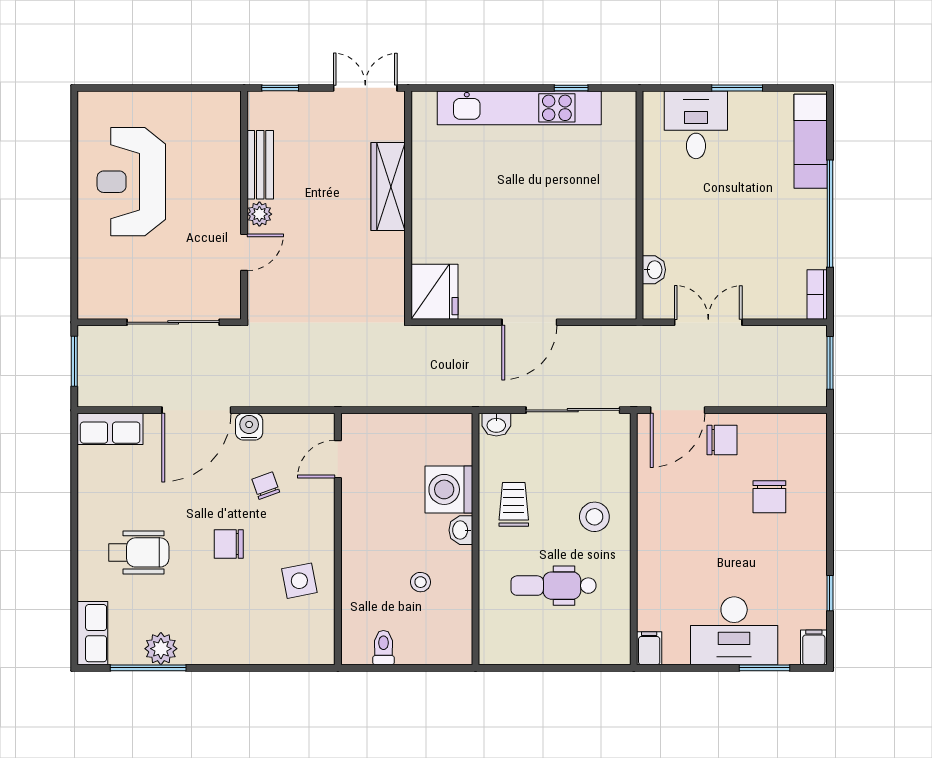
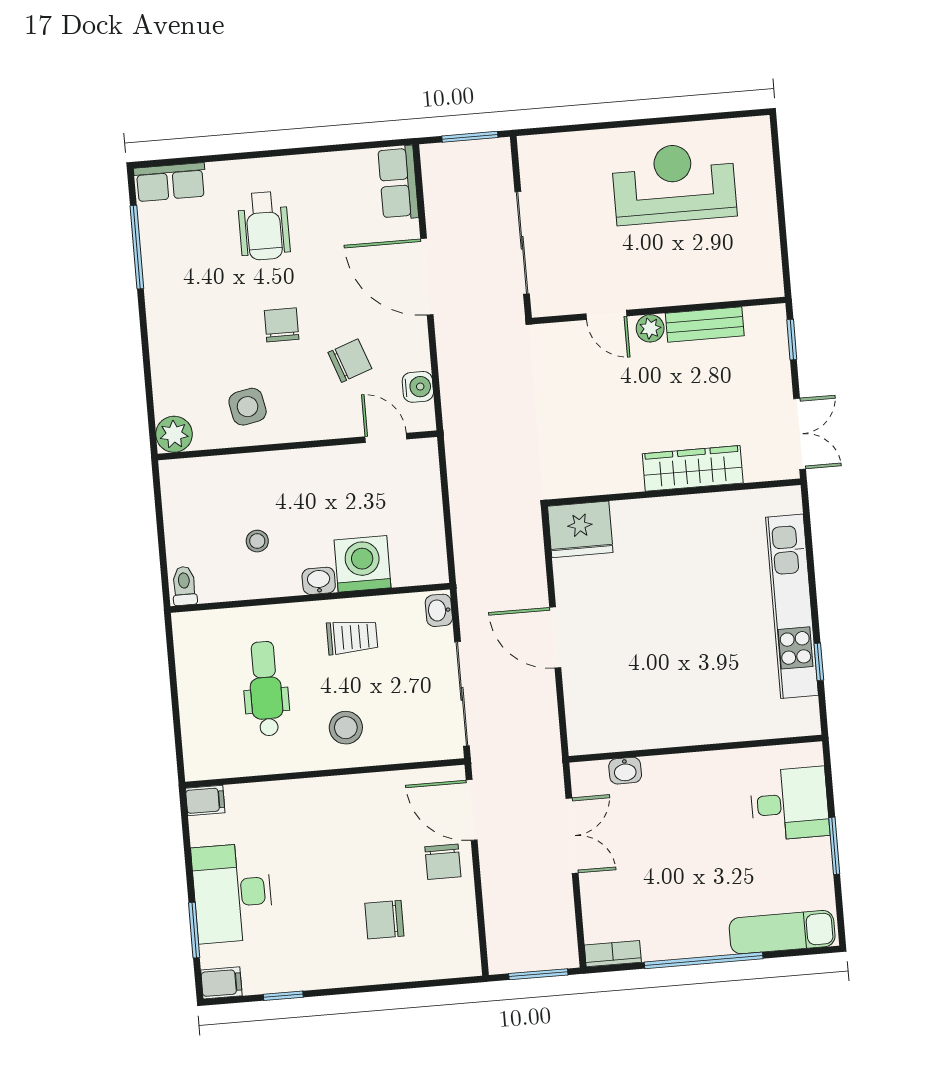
water cooler: (249, 427) -> (418, 387), moved
chair: (266, 486) -> (350, 361), width x1.37, depth x1.37
toilet: (383, 648) -> (184, 586), moved, turned -90
plant: (161, 649) -> (174, 434), moved

